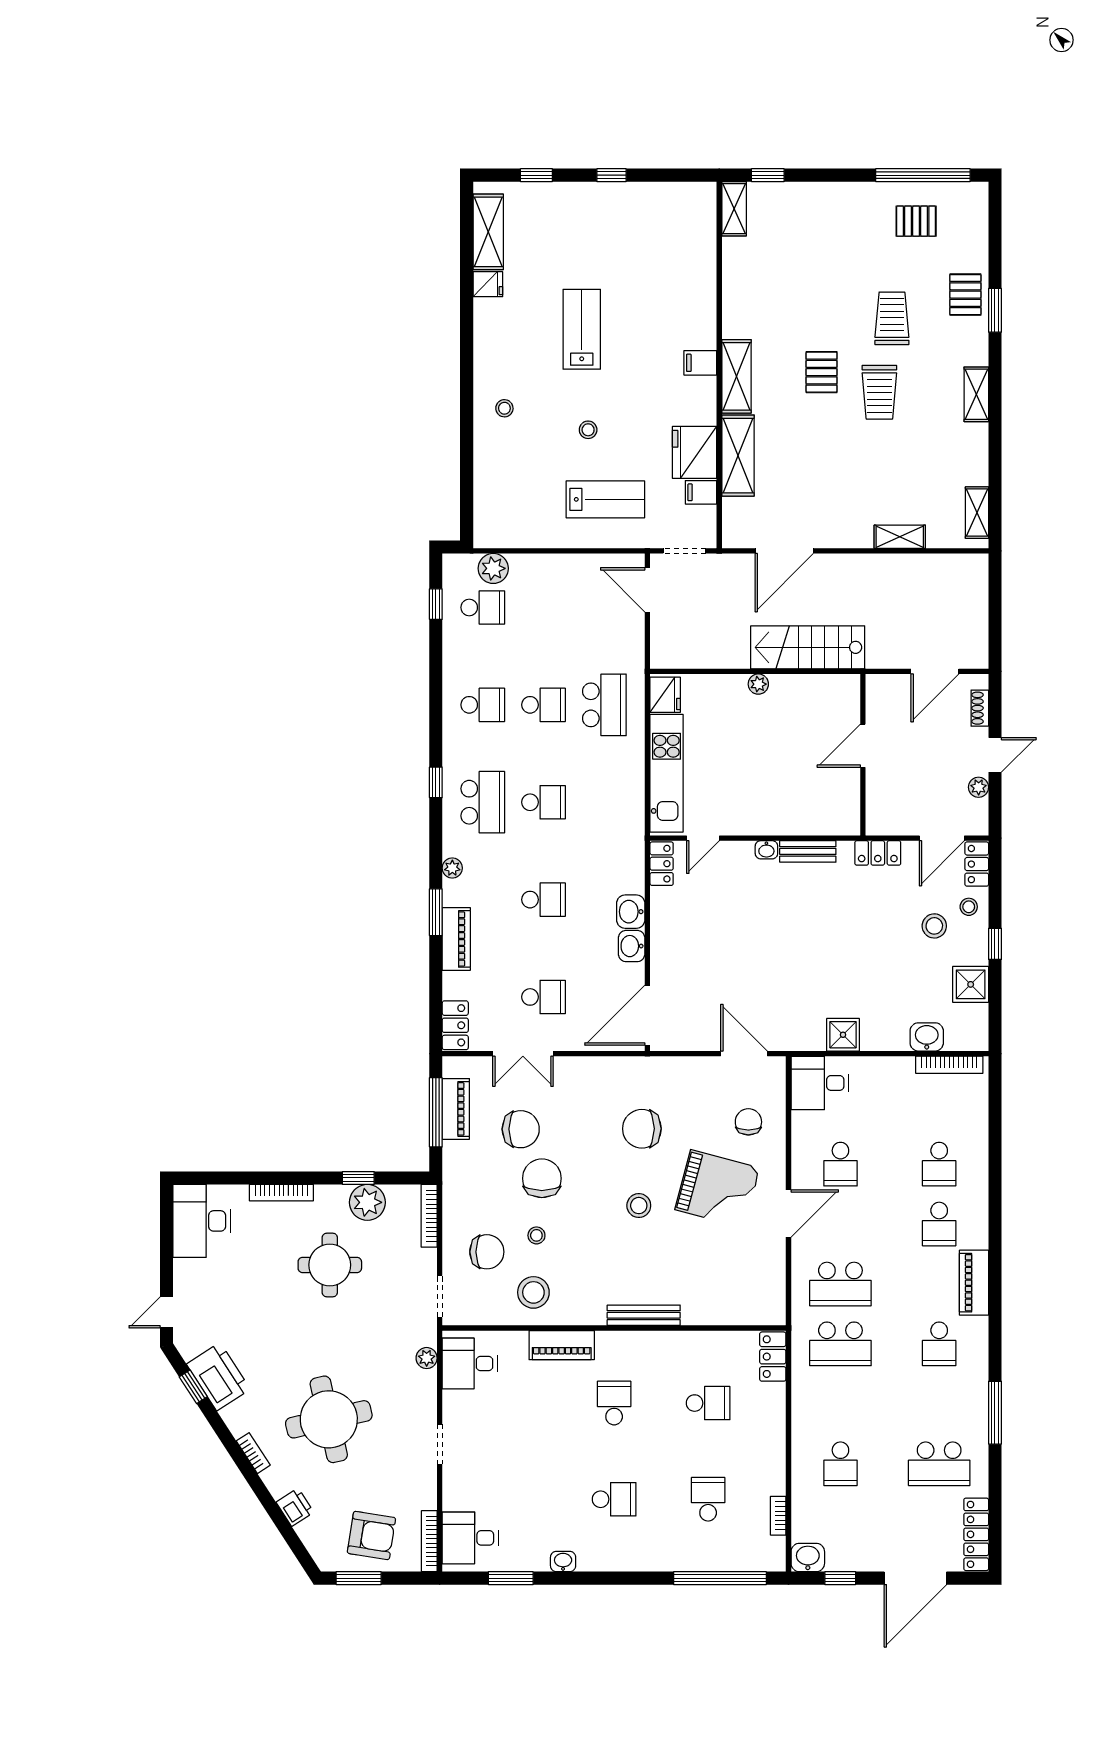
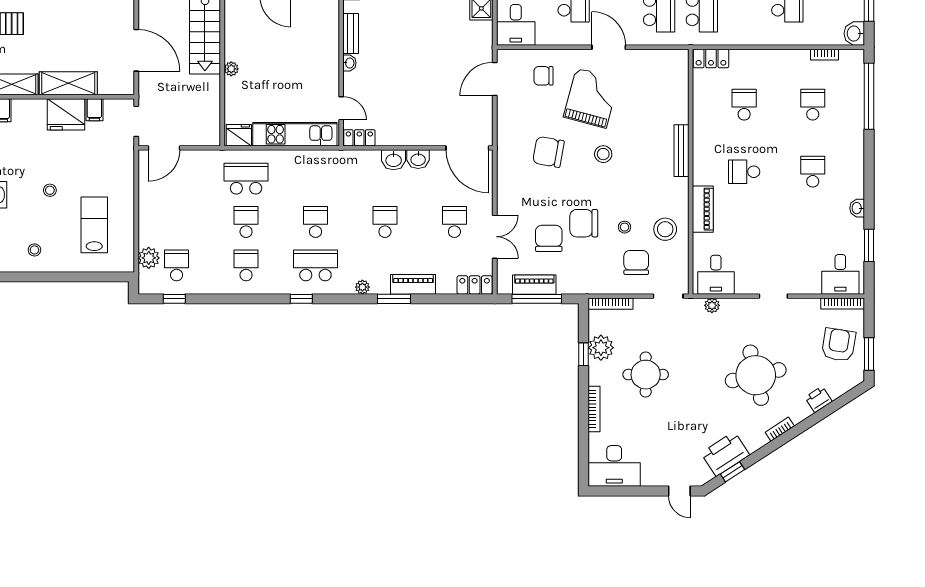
lab bench: (605, 499) -> (94, 225), moved
chair: (642, 1129) -> (548, 152), turned 100
school desk: (708, 1499) -> (813, 105), turned 90

